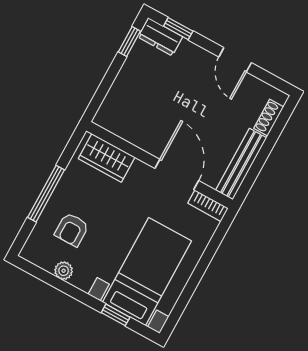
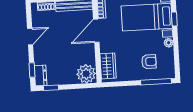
plant: (116, 114) -> (86, 74), added
window: (46, 194) -> (156, 82), moved
plant: (64, 271) -> (169, 43), moved

